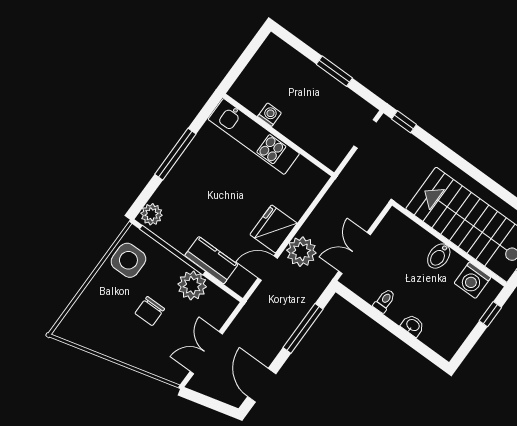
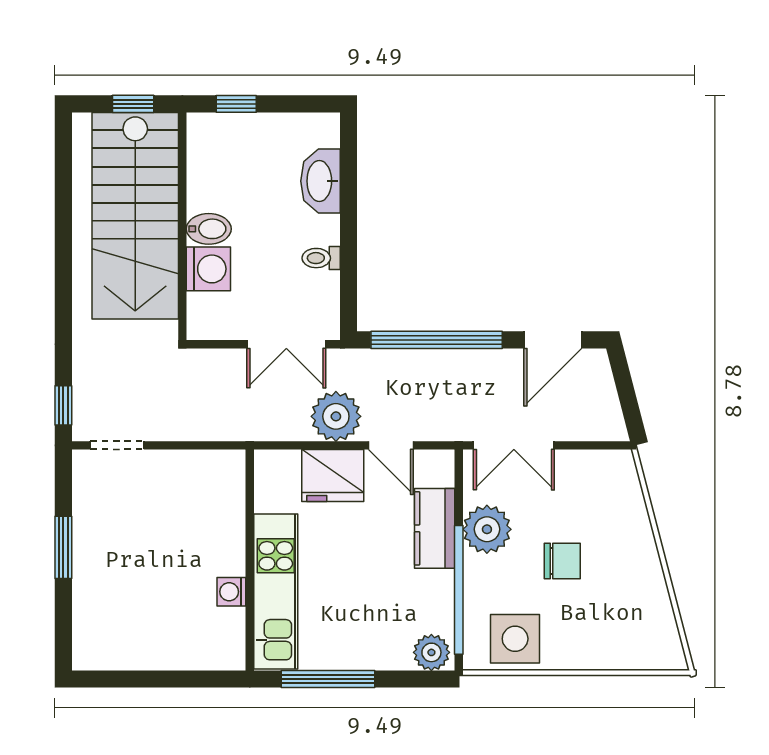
washing machine: (269, 115) -> (231, 592), moved
wall: (279, 135) -> (250, 560), moved
kitchen unit: (254, 136) -> (276, 592), moved
washing machine: (472, 280) -> (208, 269), moved
washbasin: (413, 325) -> (320, 181), width x1.91, depth x1.45
window: (303, 328) -> (437, 340), width x1.46
double door: (206, 353) -> (514, 445), moved

